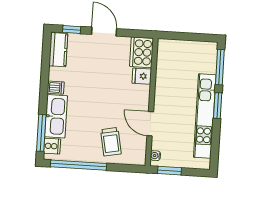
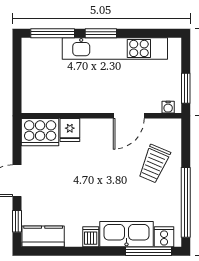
trolley: (111, 142) -> (154, 164), turned 124

